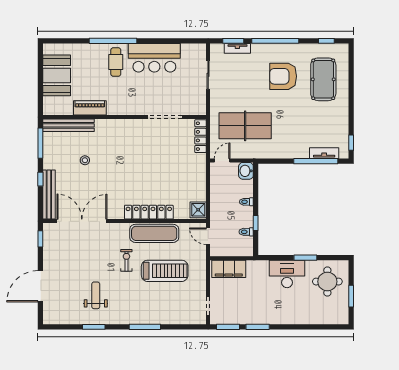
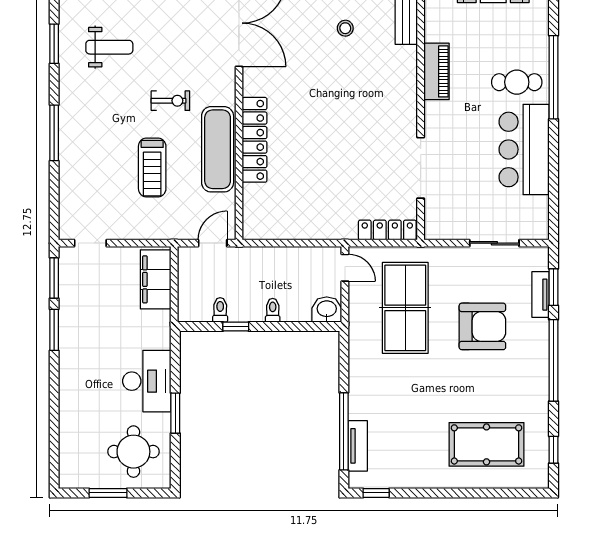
armchair: (283, 76) -> (482, 326), moved, turned 90
piano: (90, 108) -> (436, 71), moved
shower: (198, 210) -> (259, 226), removed
treadmill: (165, 271) -> (152, 167), width x0.73, depth x0.73

